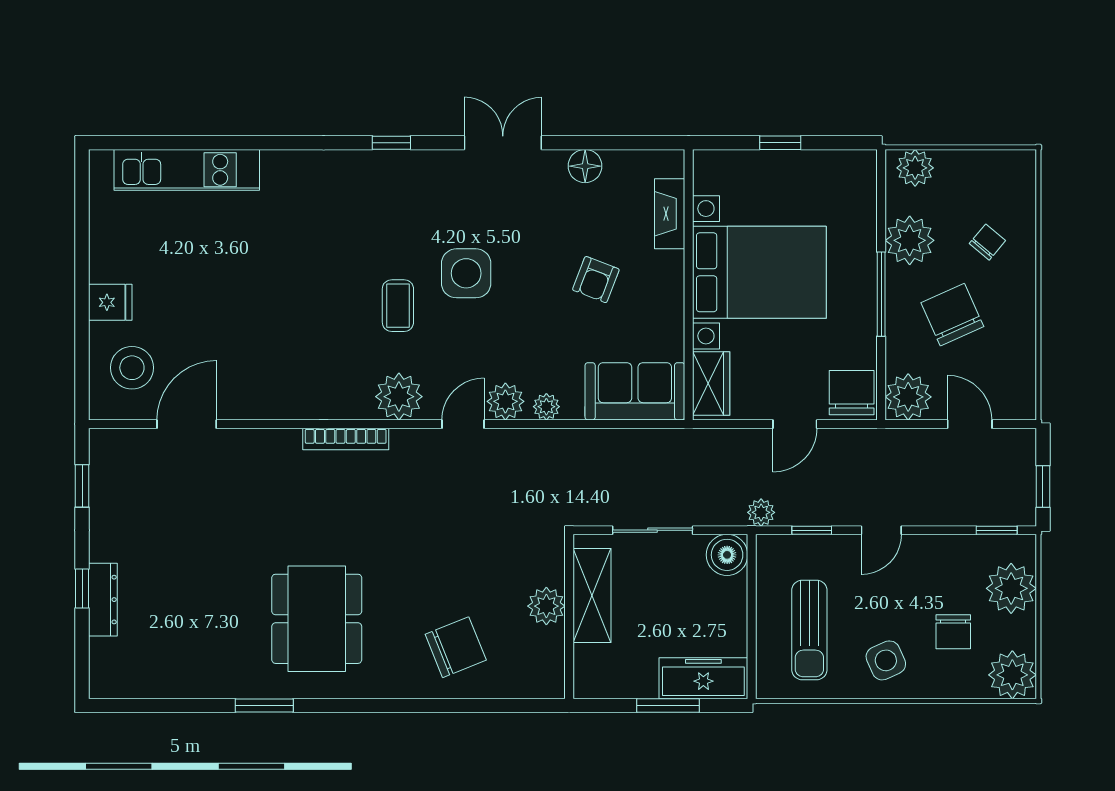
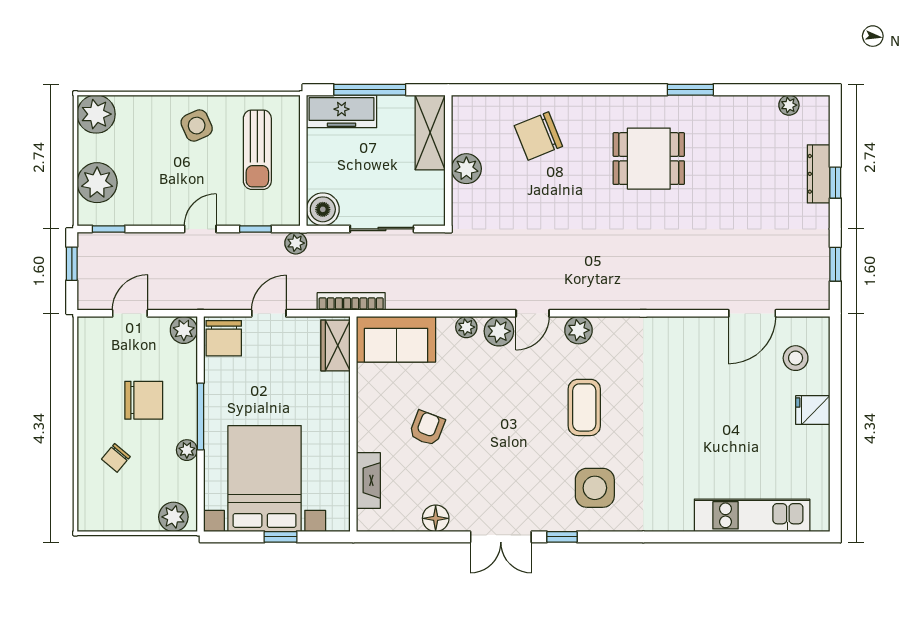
window: (391, 143) -> (562, 537), moved
plant: (910, 240) -> (187, 450), width x0.53, depth x0.53
bed with nightstands: (759, 272) -> (265, 479), moved, turned 90
side table: (466, 273) -> (595, 488), moved
coffee table: (398, 306) -> (584, 407), width x1.36, depth x1.30
chair: (952, 315) -> (144, 400), turned -66
stool: (132, 368) -> (796, 358), width x0.73, depth x0.73
plant: (399, 397) -> (579, 330), width x0.73, depth x0.73
plant: (908, 397) -> (184, 330), width x0.73, depth x0.73
door: (970, 424) -> (130, 313), swing flipped
bookcase: (346, 439) -> (351, 301), moved
shelving: (592, 596) -> (430, 132), moved
dining table: (317, 619) -> (649, 159), width x0.73
sun lounger: (809, 630) -> (257, 150), turned 180
chair: (953, 632) -> (143, 148), removed
plant: (140, 686) -> (789, 105), added
window: (668, 705) -> (370, 90), width x1.44

